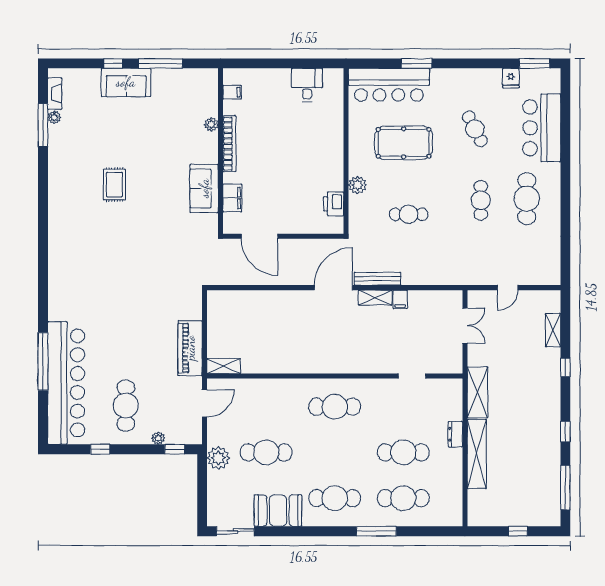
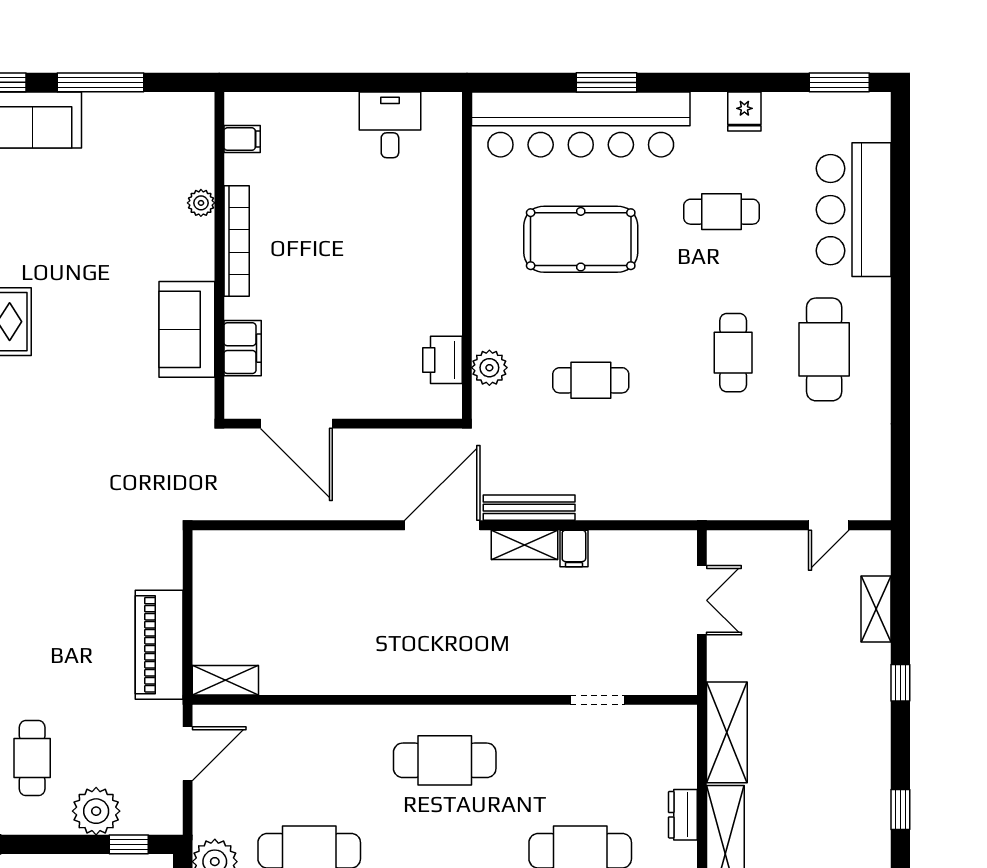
fridge: (511, 78) -> (744, 111), moved
bar counter: (389, 85) -> (581, 124), width x1.36
cafe table: (475, 129) -> (722, 212), turned -63
plant: (357, 185) -> (489, 368), moved
door: (508, 288) -> (829, 525), moved
cafe table: (126, 406) -> (32, 758), width x0.73, depth x0.74
plant: (158, 438) -> (96, 811), width x1.87, depth x1.87

